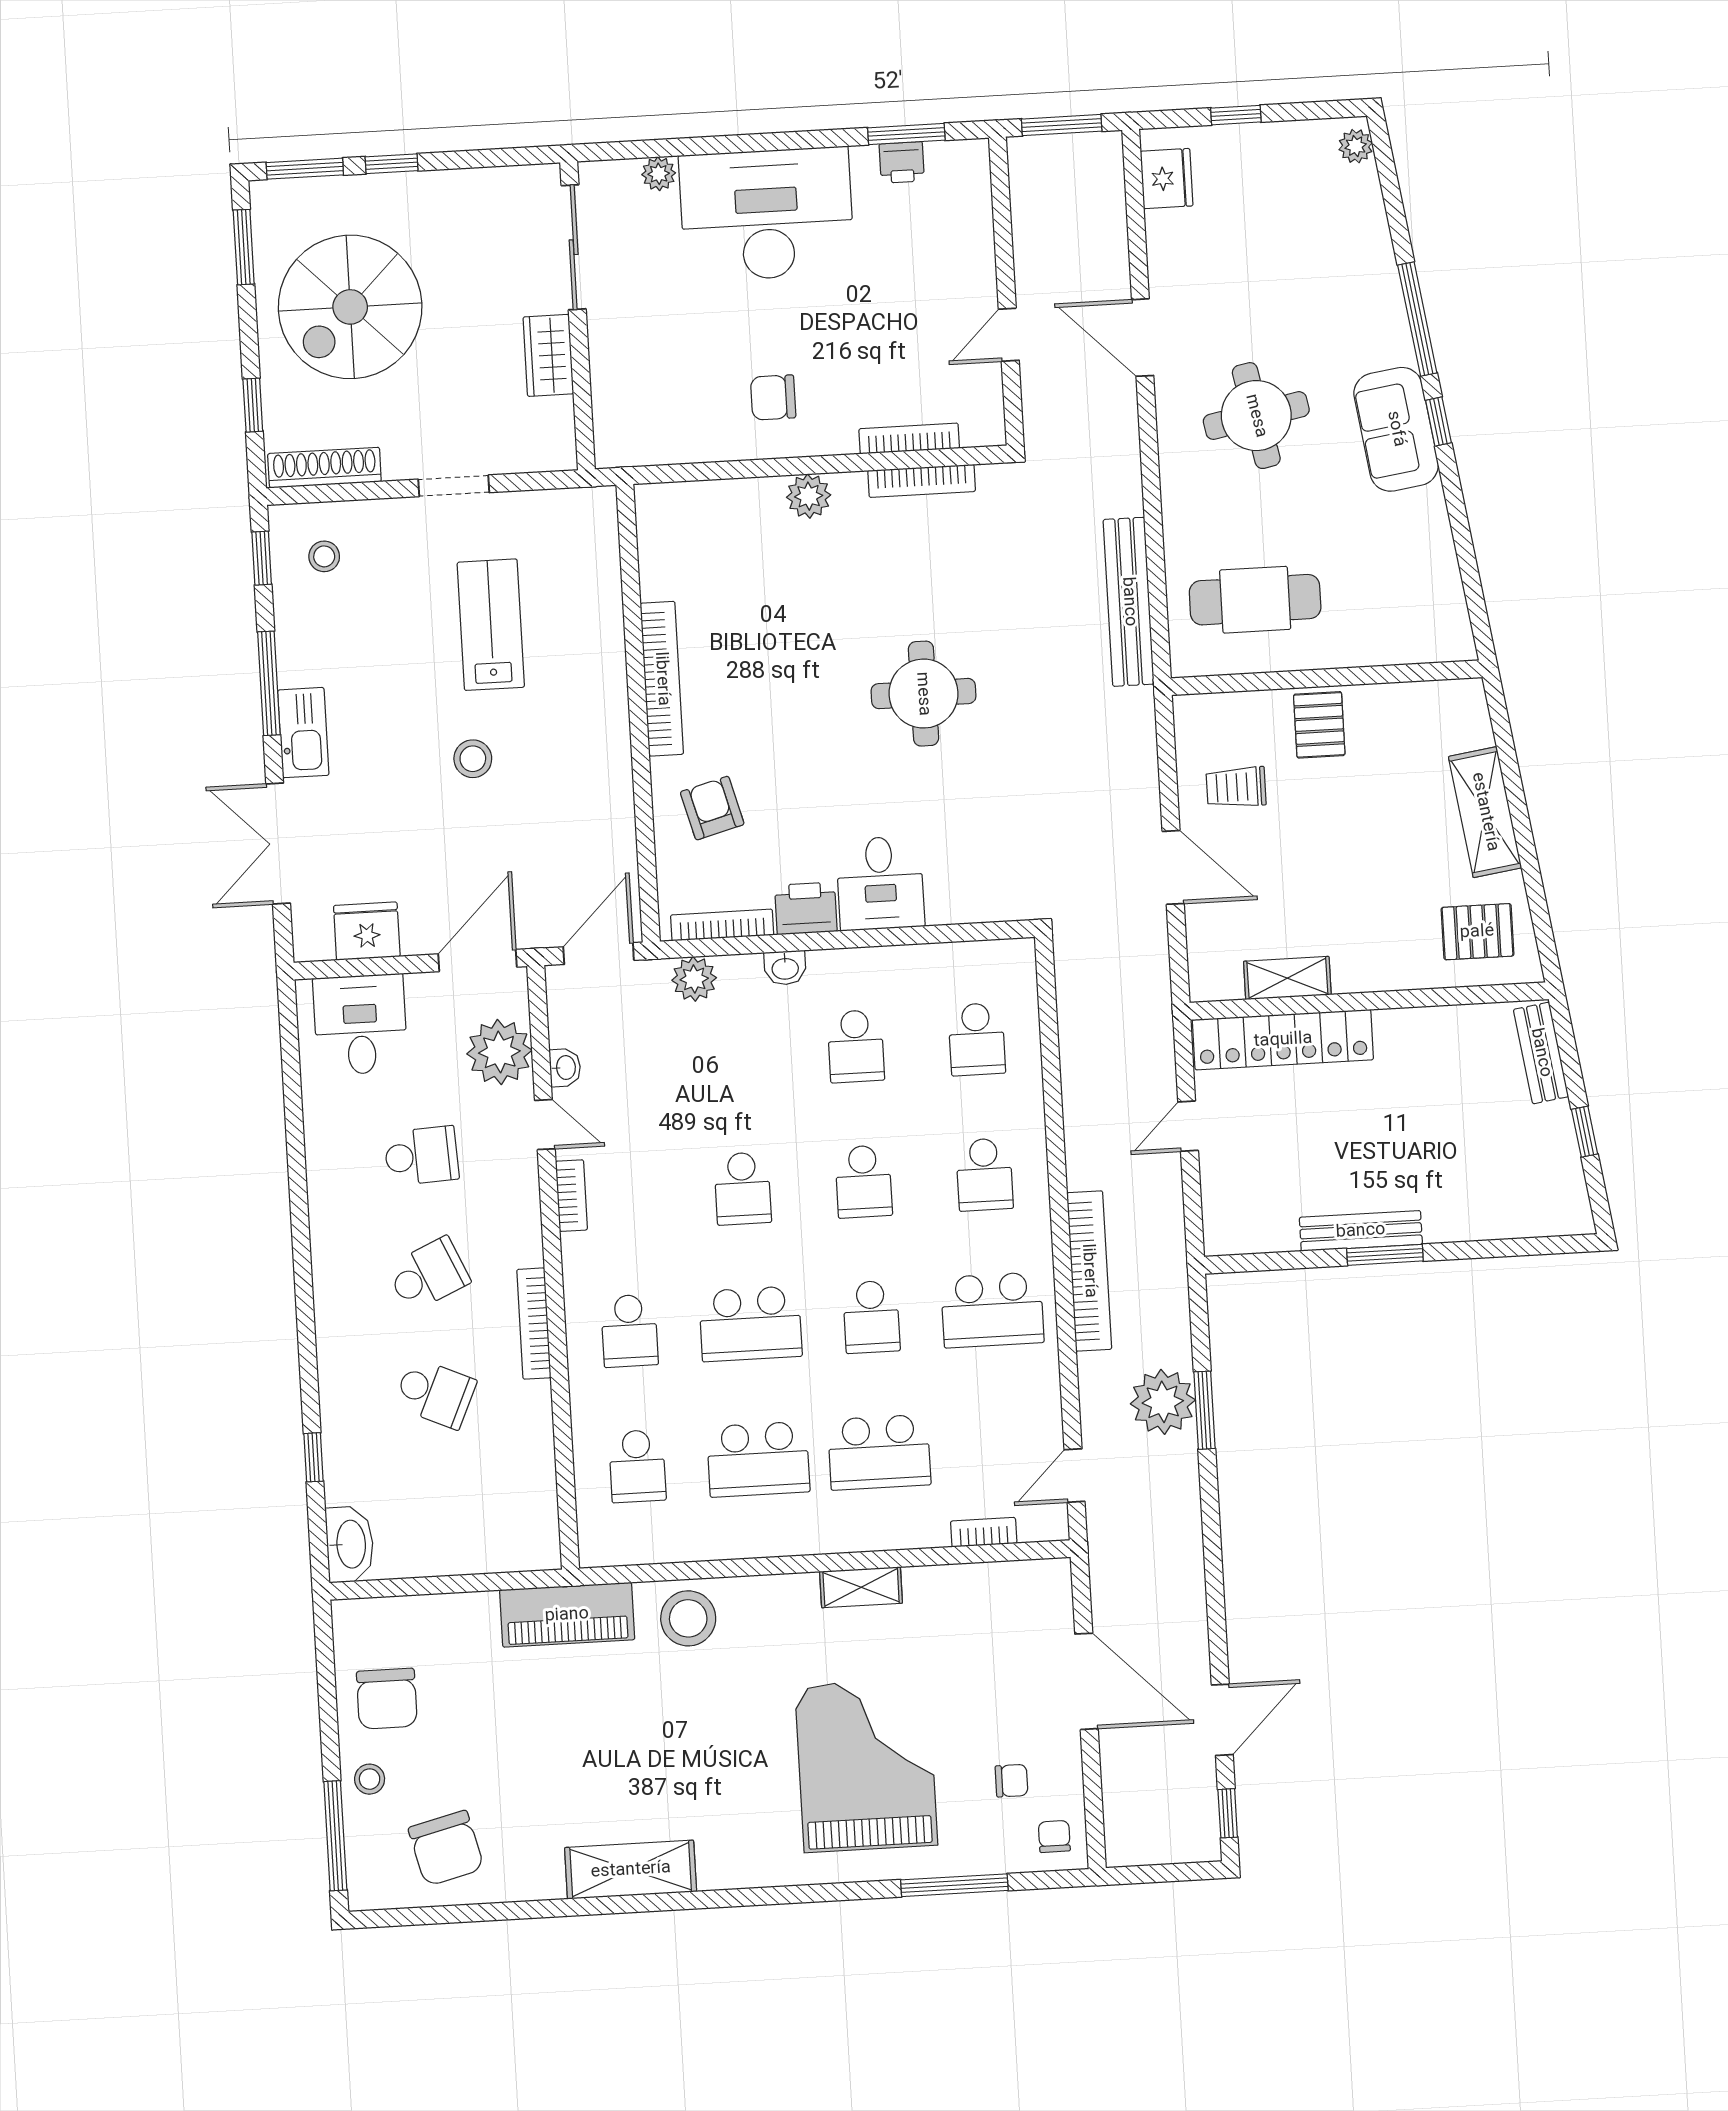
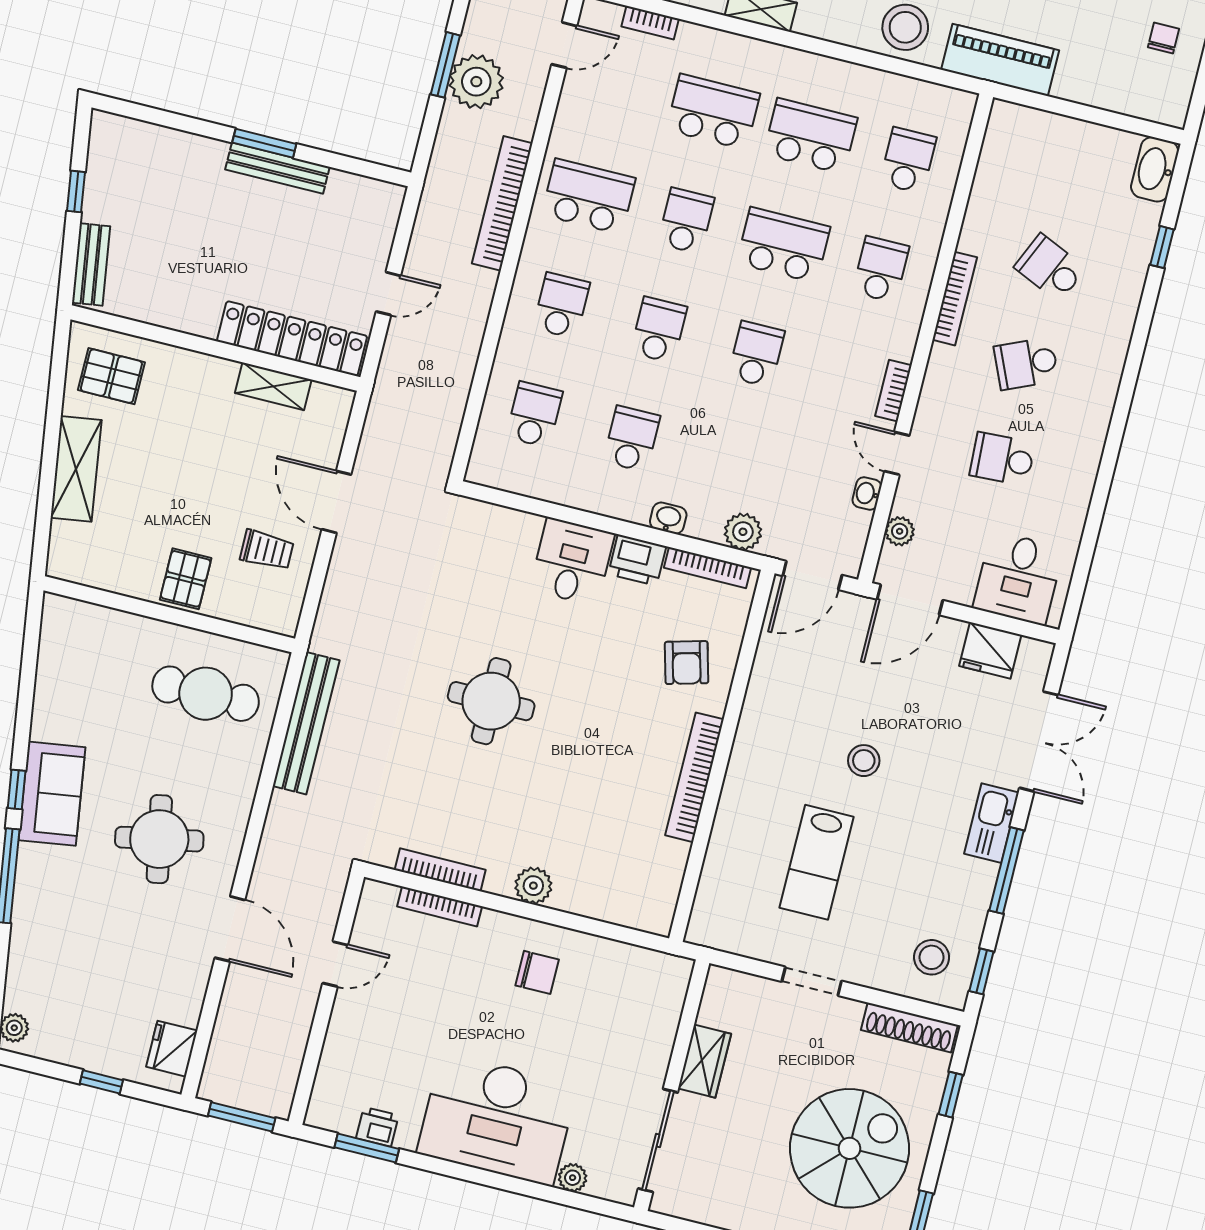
stool: (324, 556) -> (932, 957), width x1.37, depth x1.37
plant: (499, 1052) -> (900, 531), width x0.53, depth x0.53
chair: (387, 1699) -> (1164, 38), width x0.54, depth x0.54

